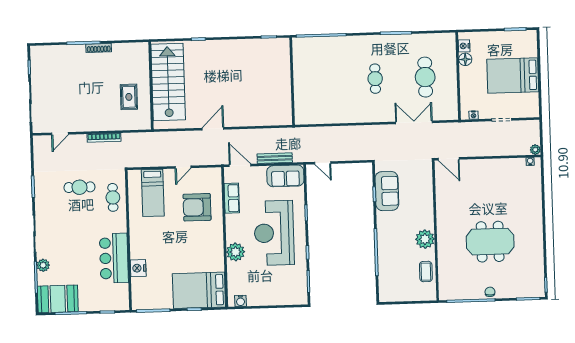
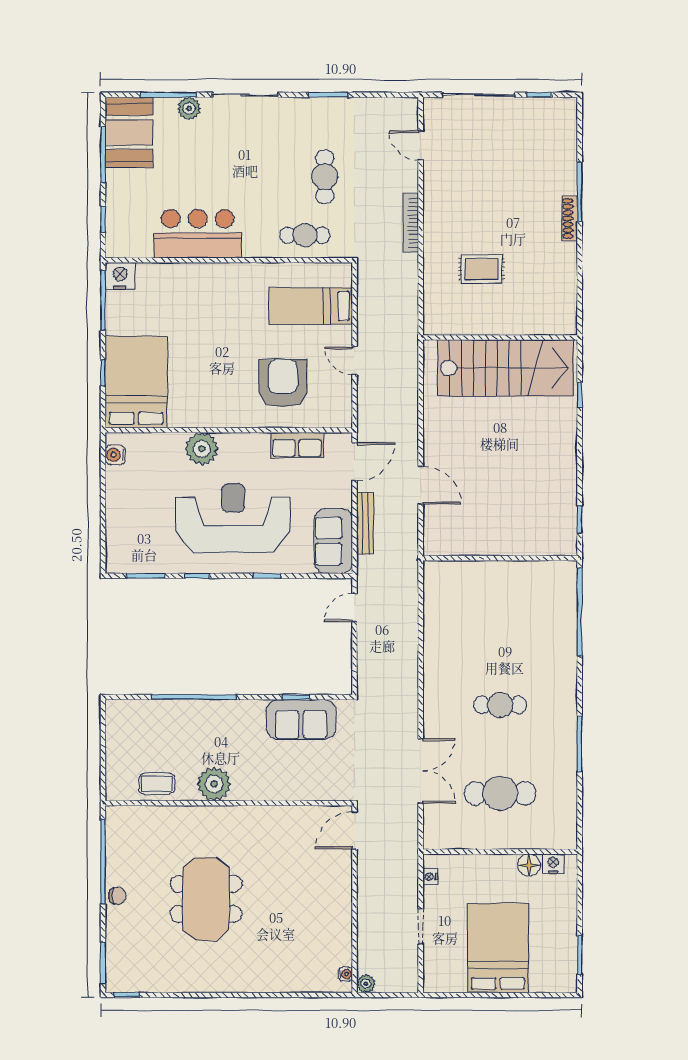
stairs: (168, 82) -> (506, 368), moved
wall: (151, 86) -> (500, 338), moved
door: (213, 129) -> (421, 485), moved
nightstand: (138, 268) -> (120, 276), moved

